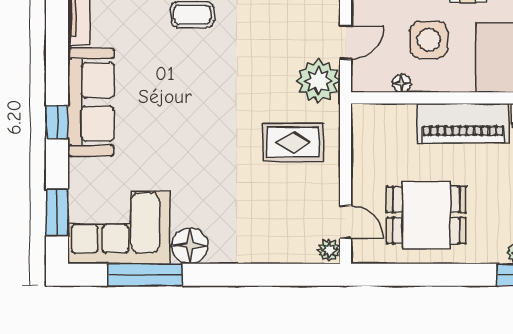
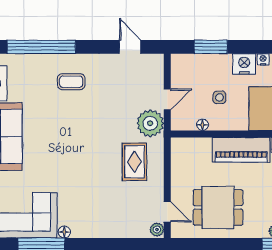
side table: (429, 40) -> (219, 97), width x0.54, depth x0.54
rug: (293, 142) -> (134, 162), turned 90
floor lamp: (190, 246) -> (64, 232), width x0.53, depth x0.53

